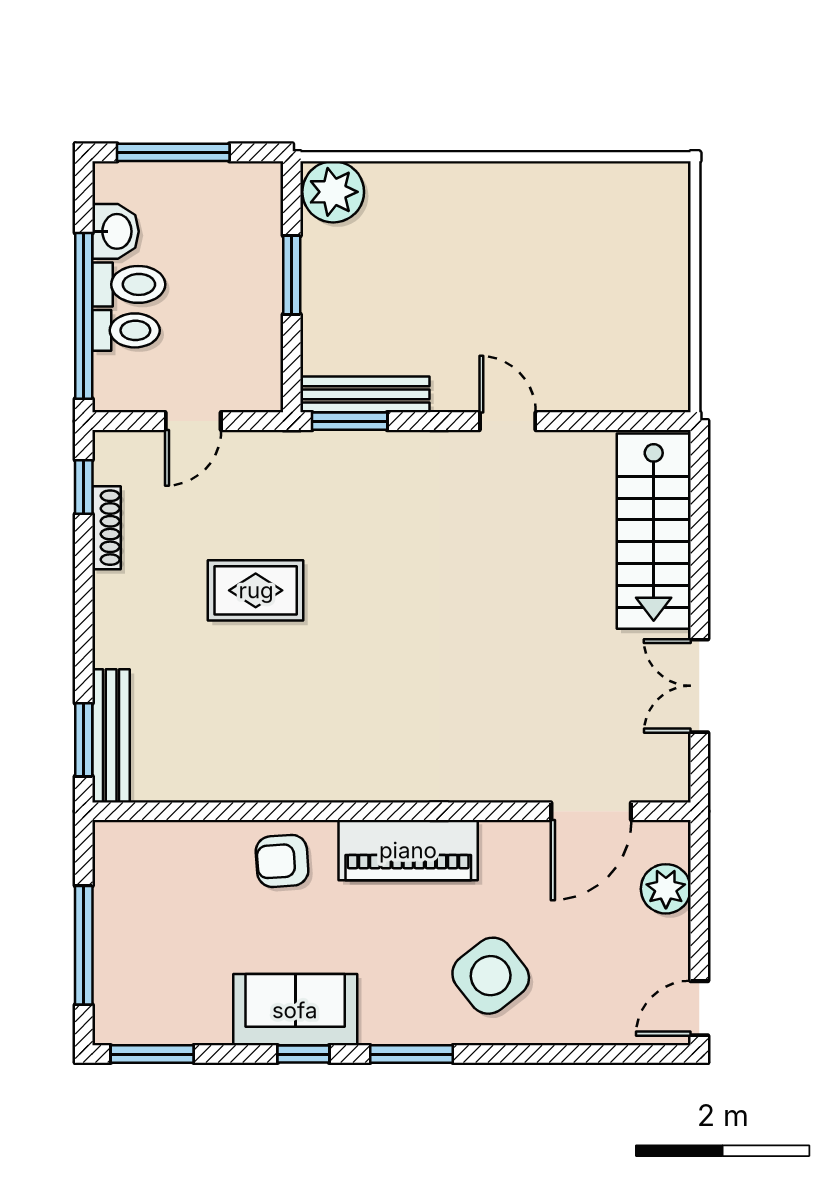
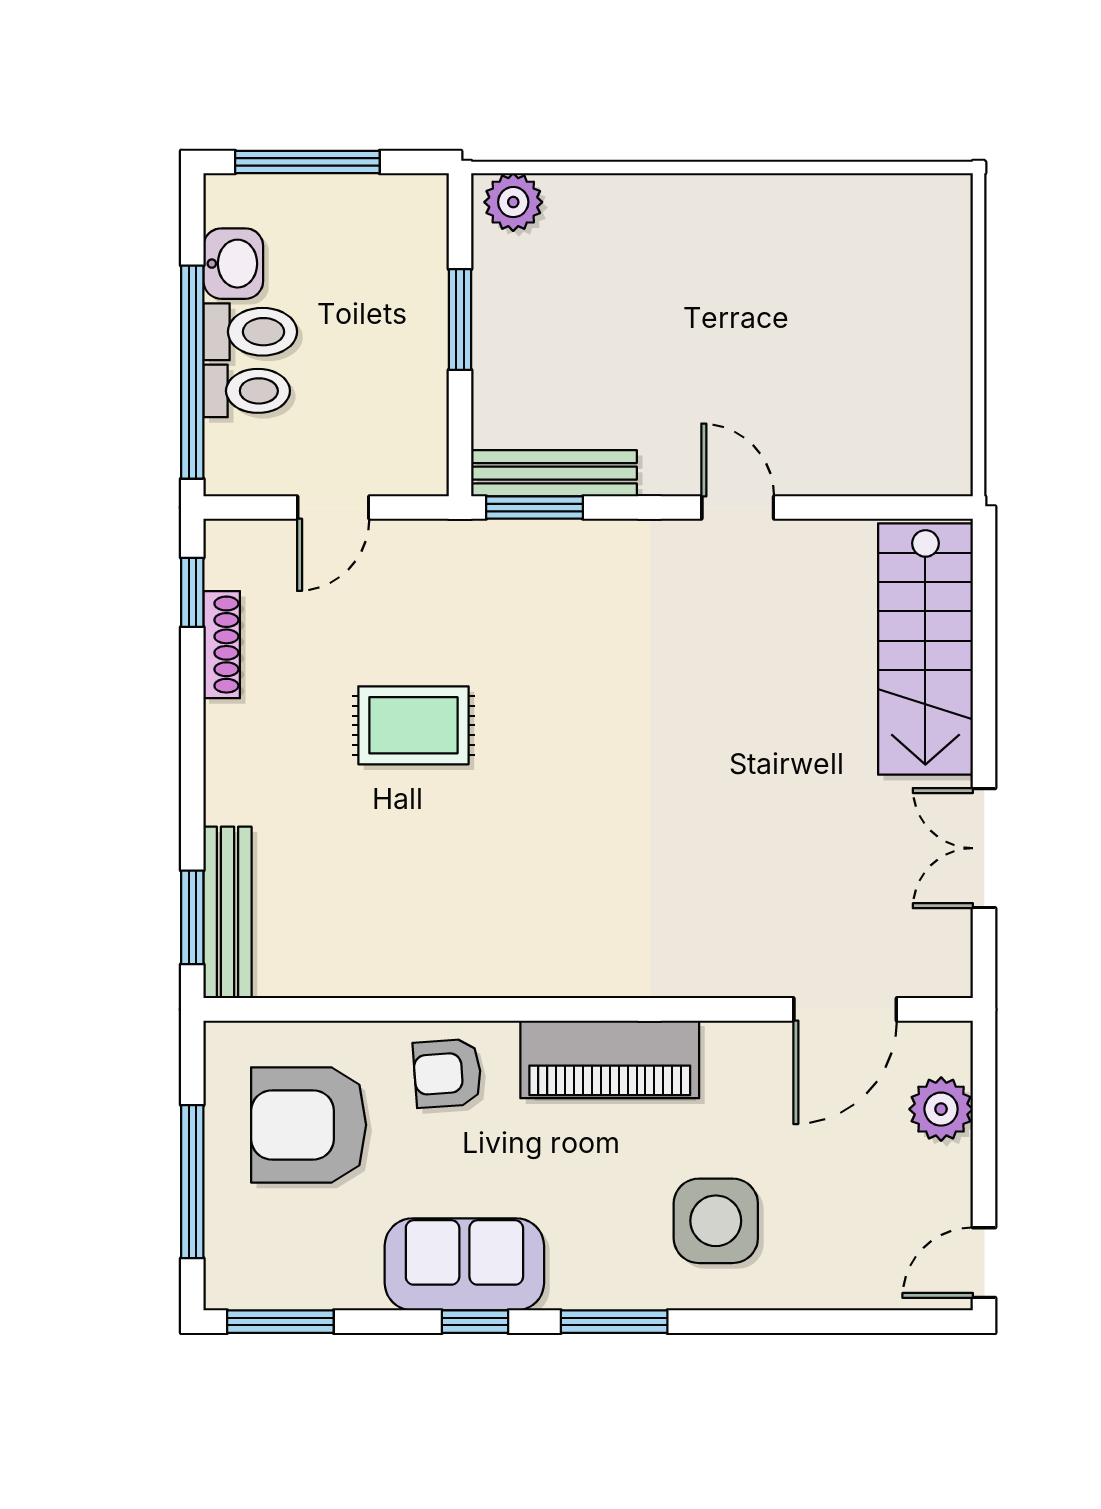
plant: (333, 192) -> (513, 202), width x0.73, depth x0.73
armchair: (174, 901) -> (309, 1125), added
side table: (491, 976) -> (716, 1221), turned 38

